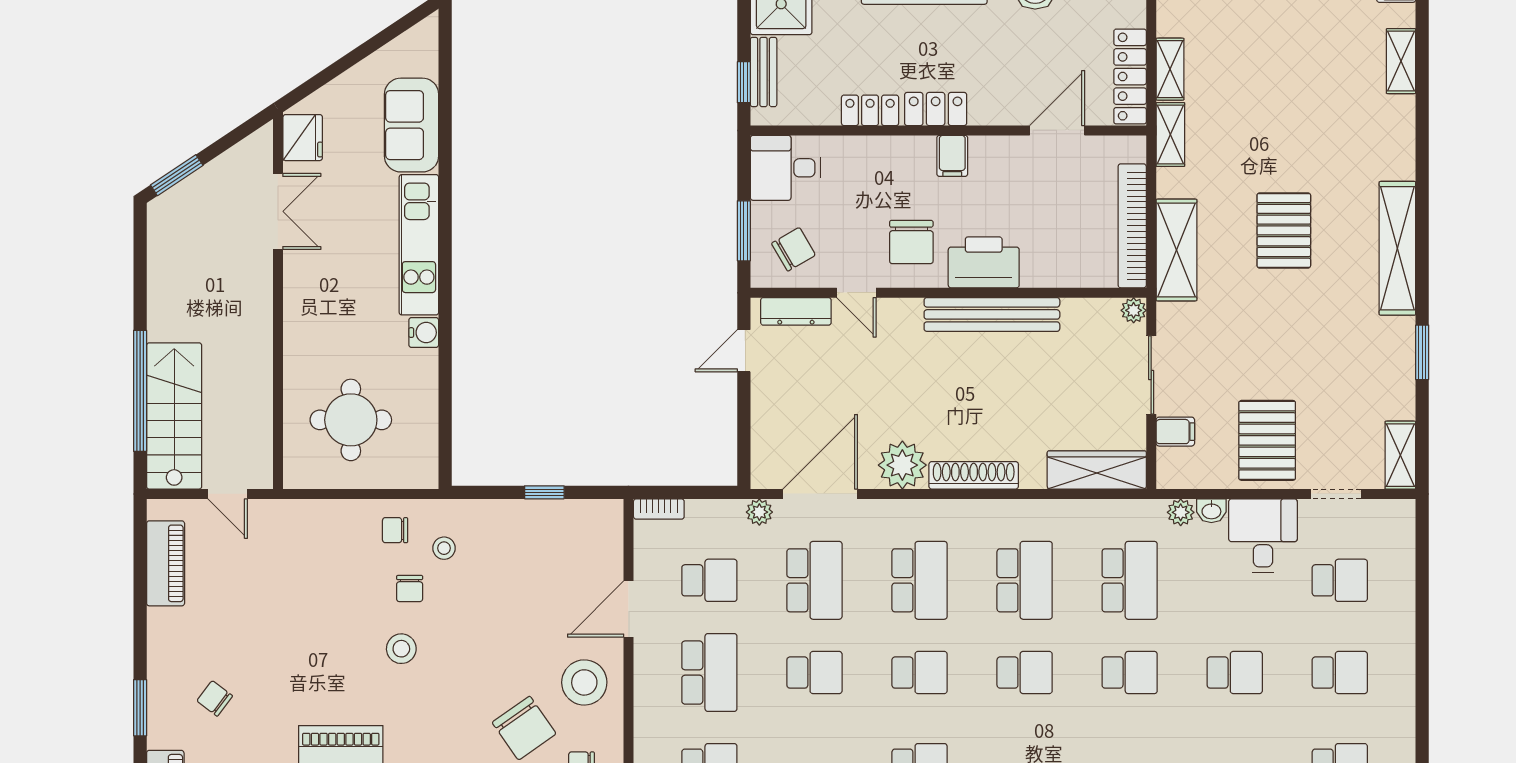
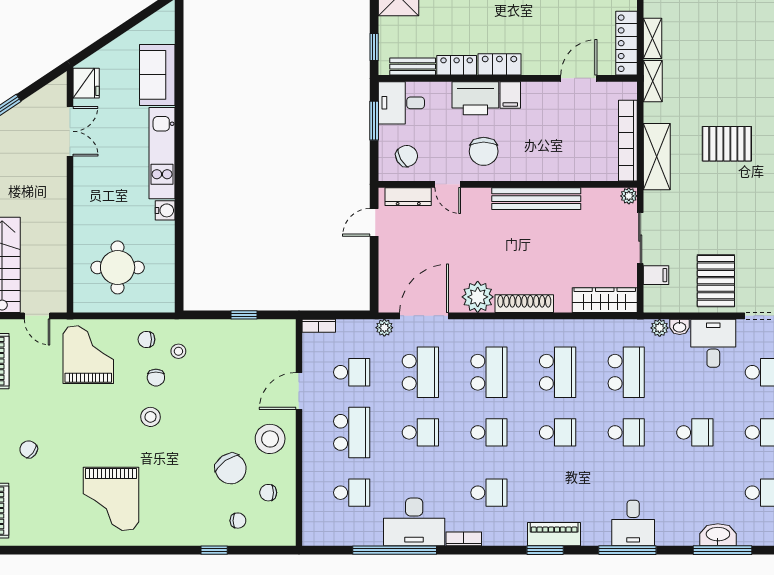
bench: (764, 72) -> (413, 67), moved, turned 90
pallet: (1284, 230) -> (727, 144), turned 90
window: (744, 231) -> (374, 121), moved
printer: (984, 262) -> (475, 98), moved, turned 180
grand piano: (306, 553) -> (88, 355), added

